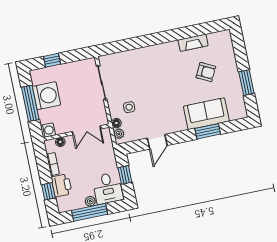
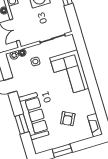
fireplace: (193, 43) -> (95, 125), moved
corner sofa: (148, 65) -> (69, 73), added
sofa: (206, 114) -> (34, 116), width x1.36

